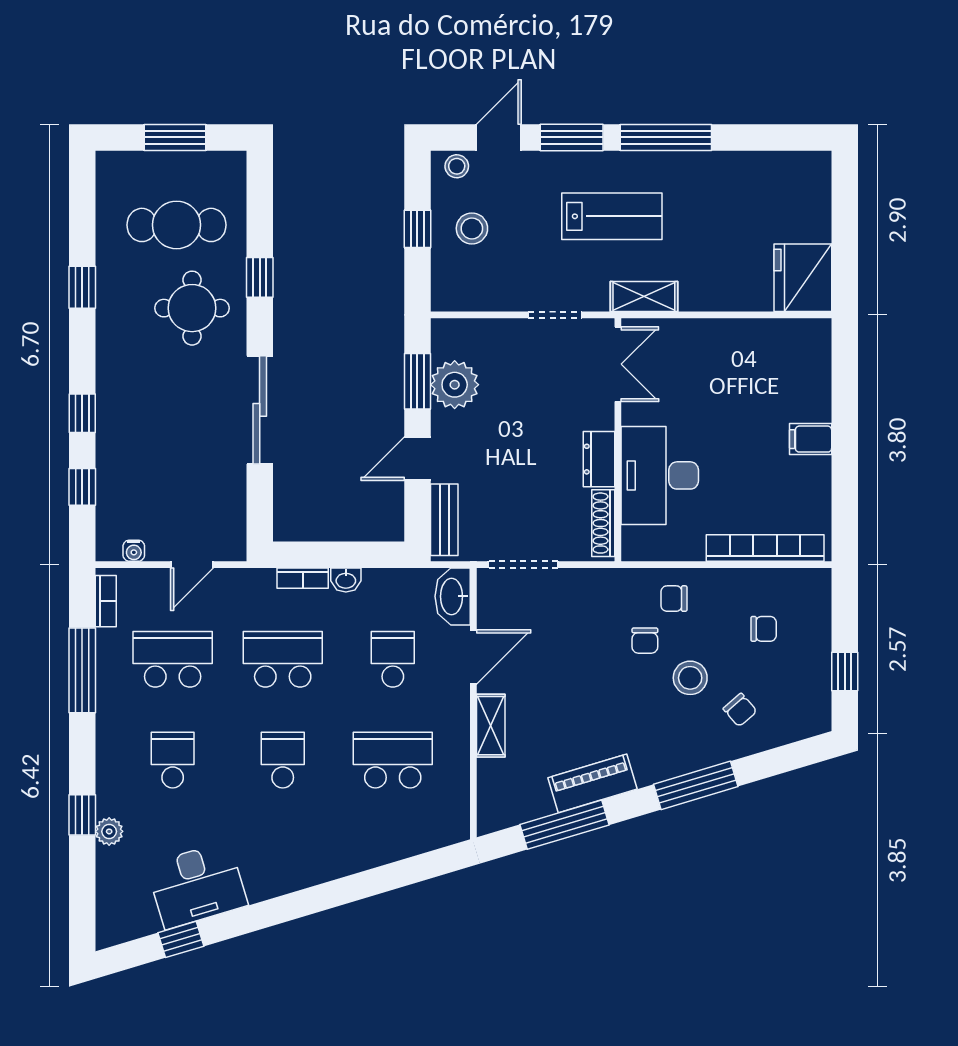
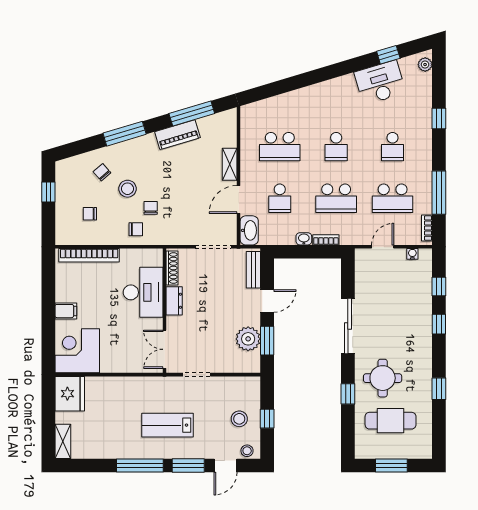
shelving: (644, 296) -> (63, 441), moved, turned 90
corner desk: (788, 361) -> (77, 351), added
plant: (109, 831) -> (425, 65), moved

